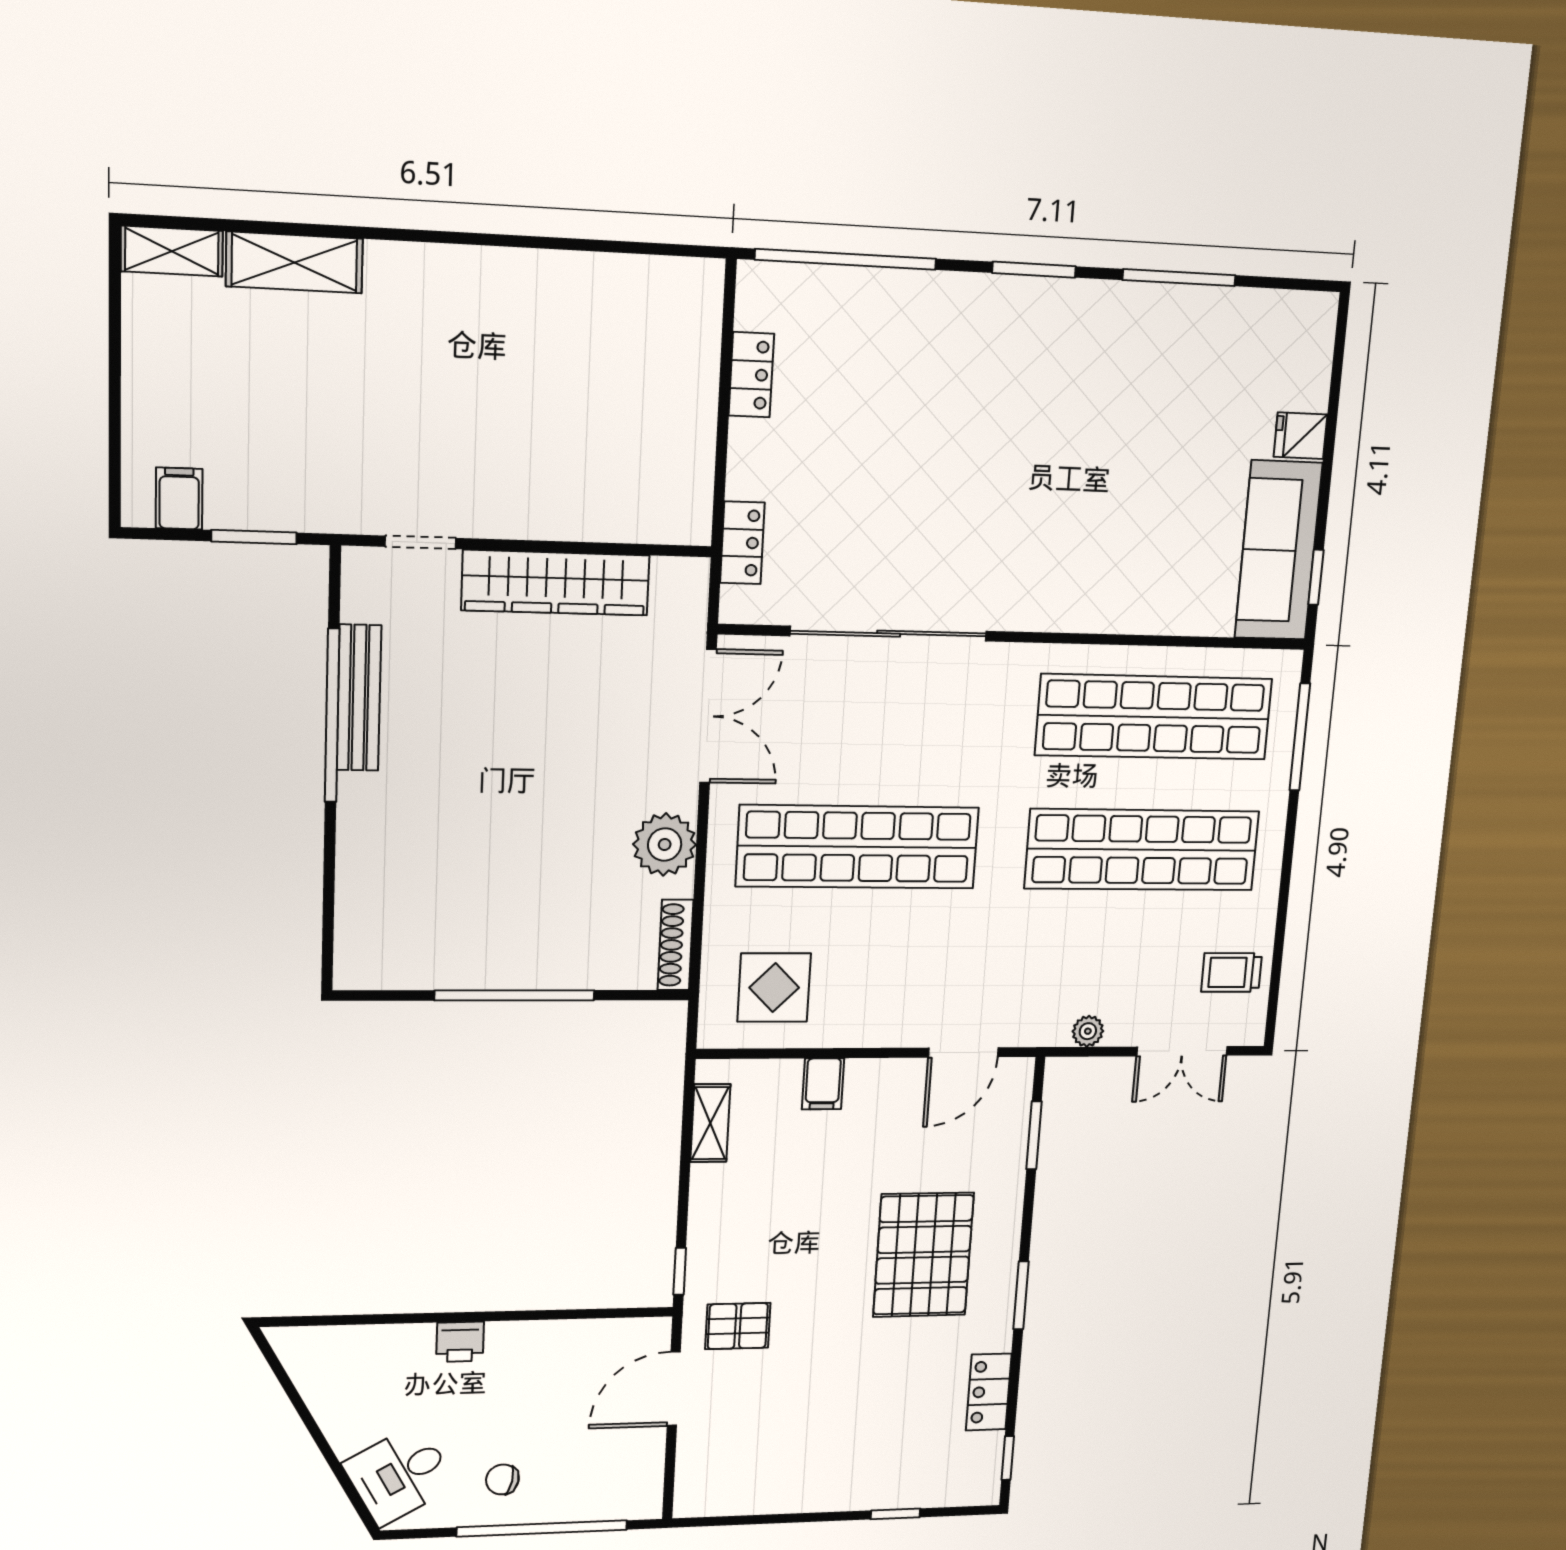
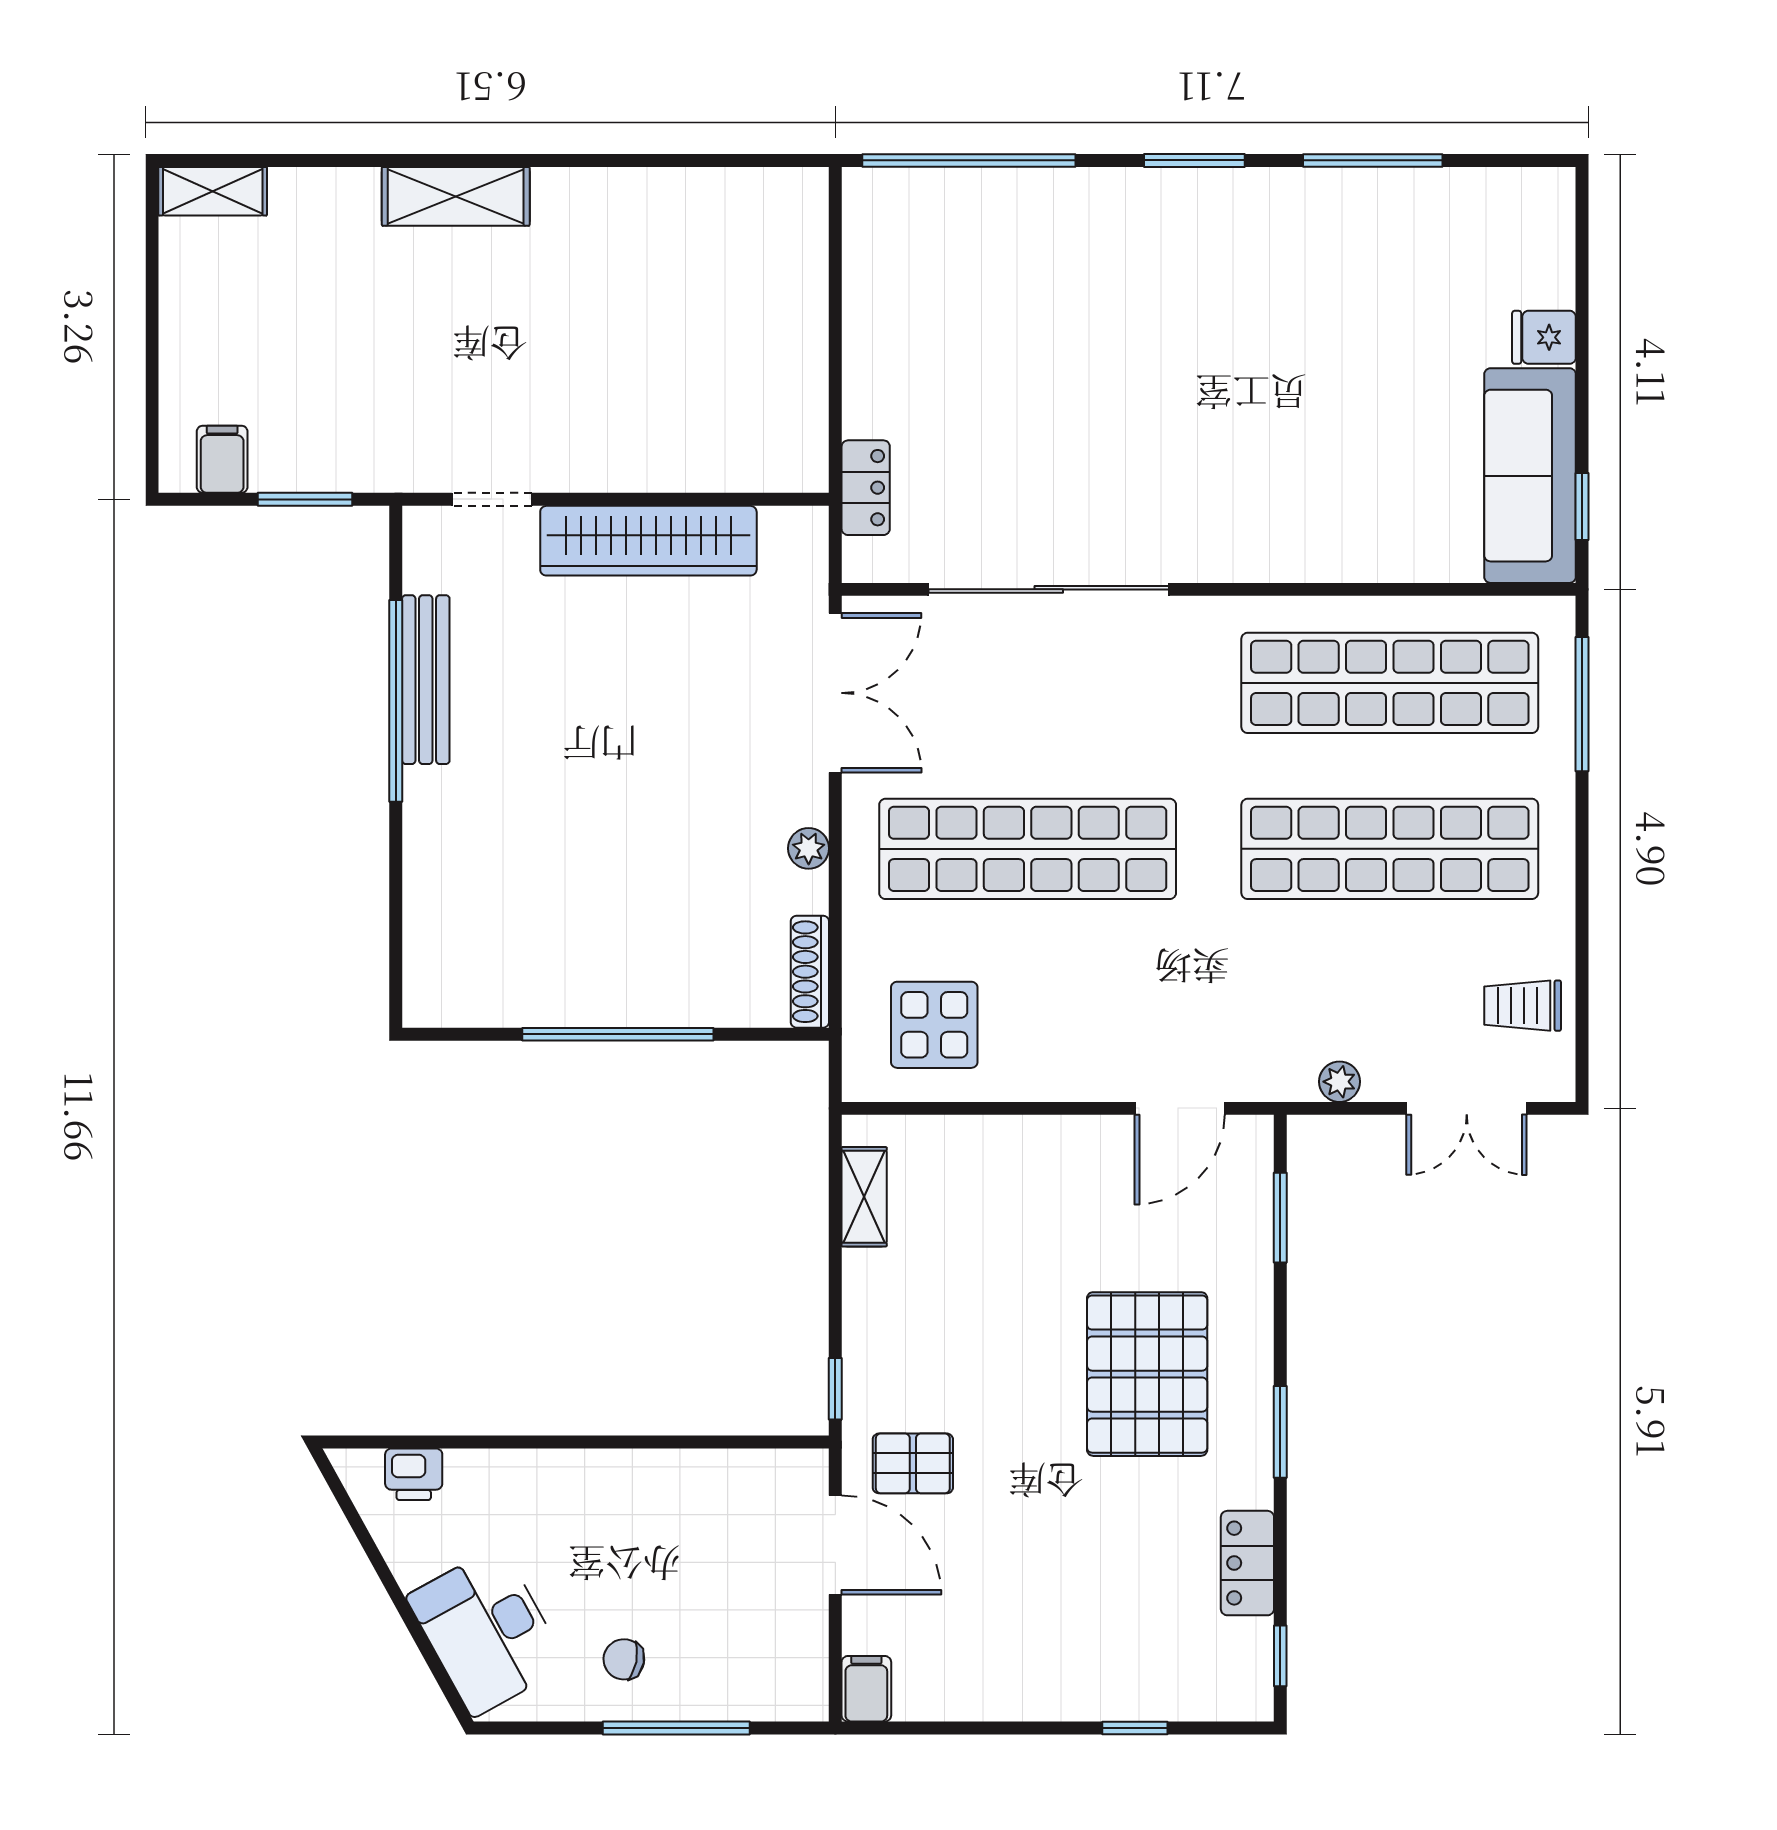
shelving: (294, 262) -> (456, 196), moved
locker: (751, 375) -> (866, 295), removed
plant: (665, 845) -> (809, 848), width x0.53, depth x0.53
filing cabinet: (823, 1084) -> (866, 1689), moved, turned 180
printer: (460, 1342) -> (414, 1474), moved
door: (674, 1389) -> (835, 1545), swing flipped
desk: (399, 1475) -> (487, 1631), width x1.37
window: (542, 1528) -> (676, 1728), width x0.68

